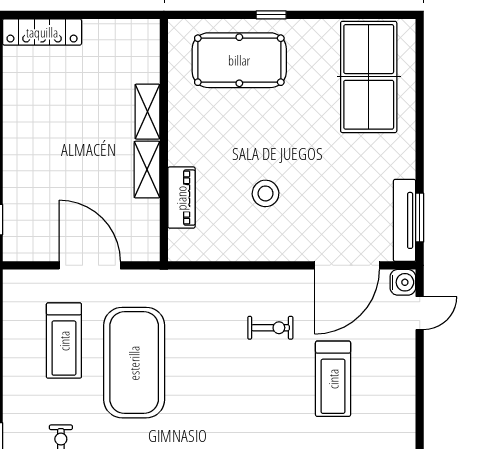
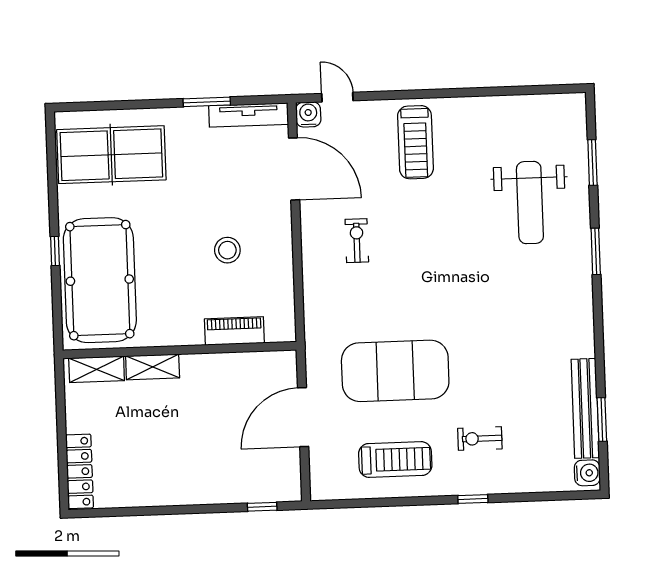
pool table: (239, 60) -> (100, 280), width x1.36, depth x1.32
shelving: (147, 170) -> (97, 369), moved
window: (420, 218) -> (207, 102), moved
treadmill: (64, 341) -> (395, 460), moved
treadmill: (333, 379) -> (415, 142), moved, turned 90

